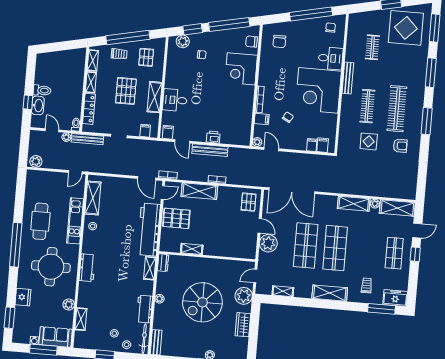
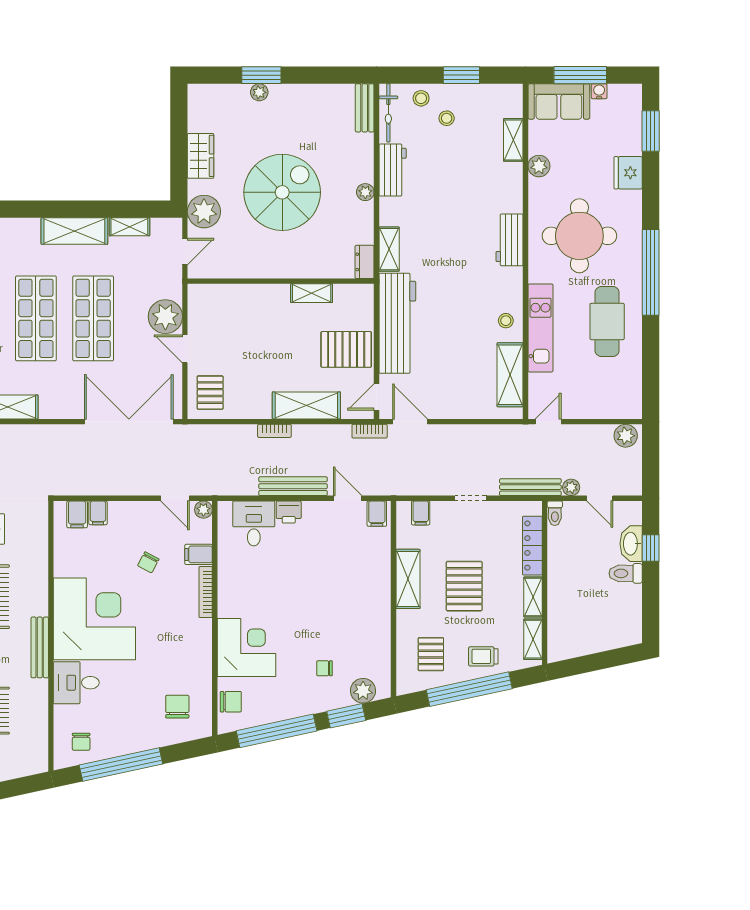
desk: (175, 100) -> (254, 523), moved, turned -90
shelving: (330, 293) -> (74, 231), moved

